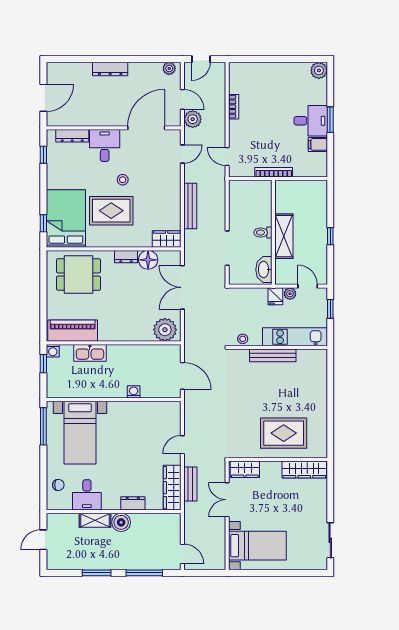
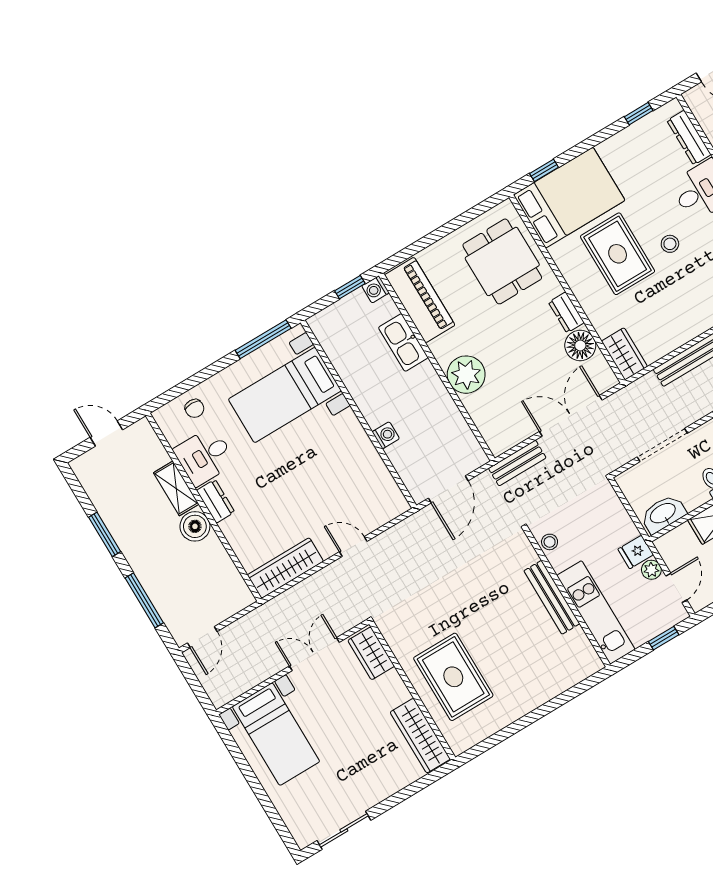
plant: (165, 330) -> (466, 375), moved
bench: (190, 484) -> (517, 463), moved
dresser: (133, 503) -> (216, 501), moved

